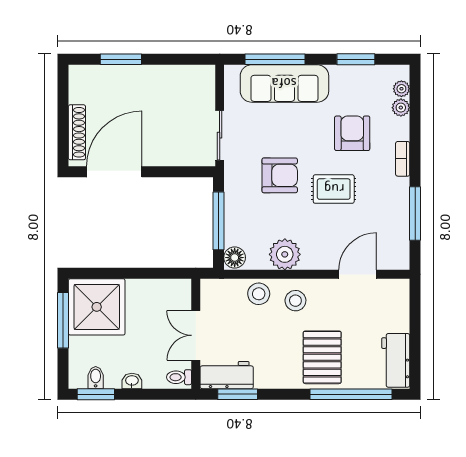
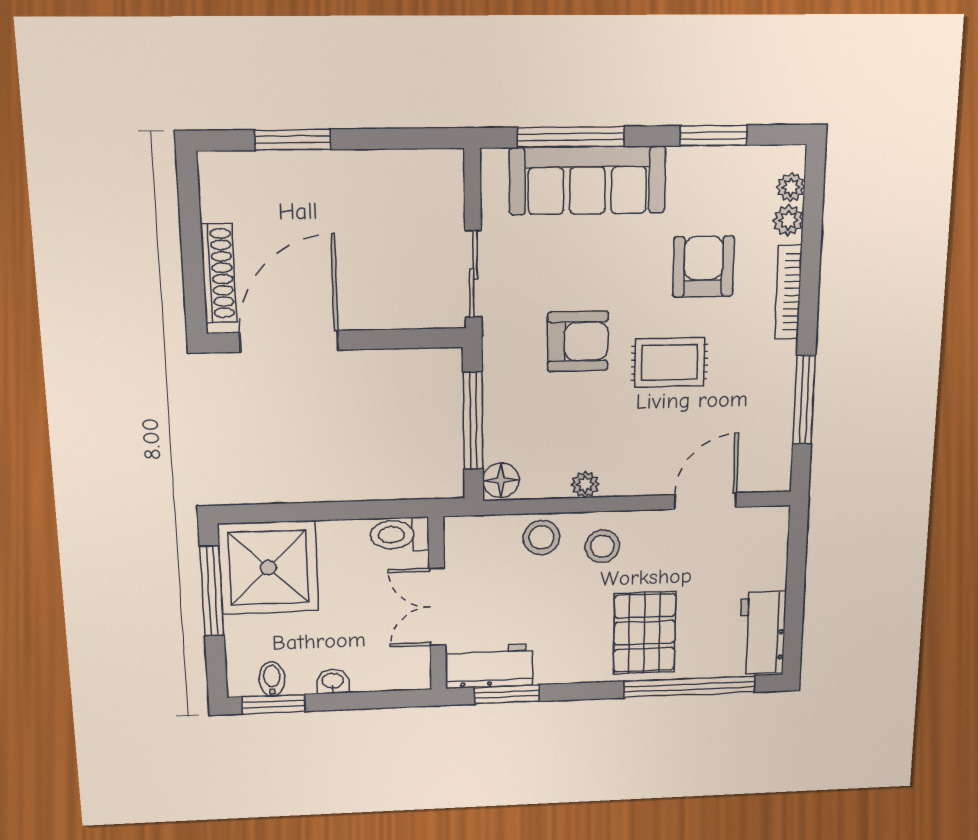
bookcase: (403, 159) -> (788, 292), width x1.56
plant: (285, 254) -> (585, 484), width x0.53, depth x0.53
toilet: (179, 377) -> (400, 535), moved, width x1.37, depth x1.39

